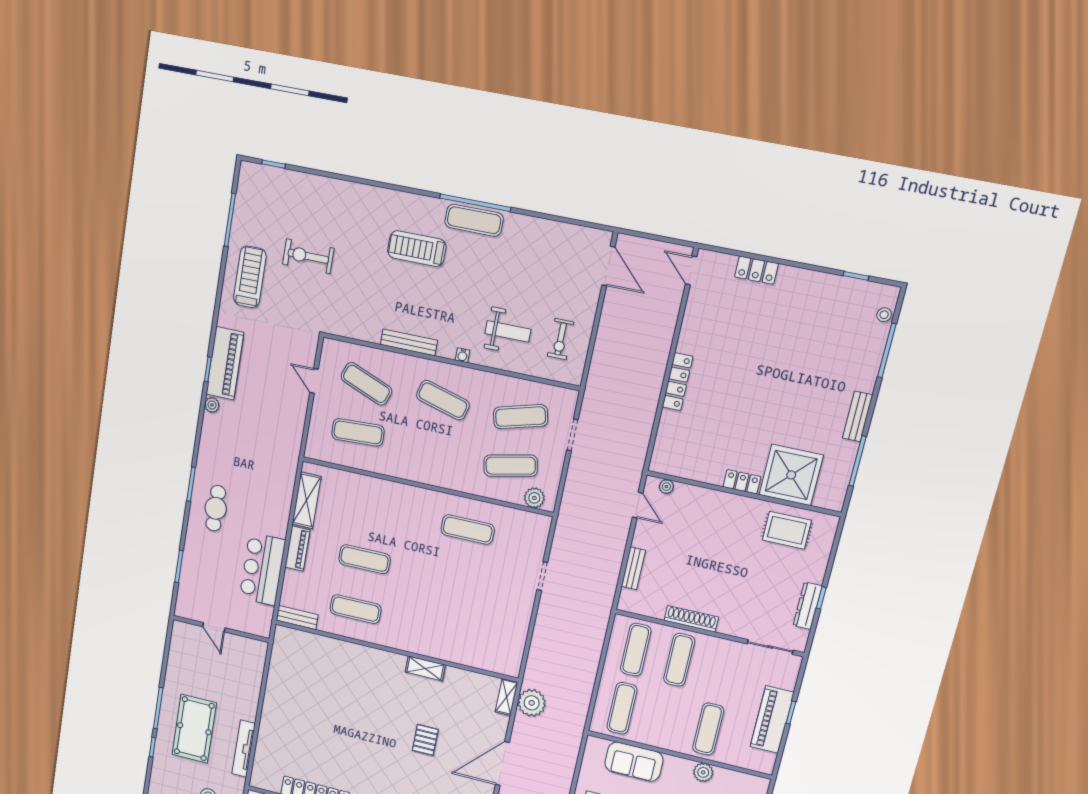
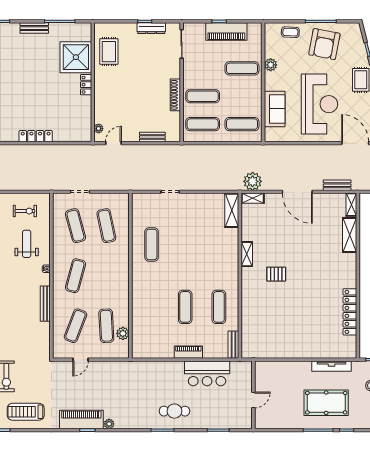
plant: (534, 498) -> (123, 333), moved
shelving: (307, 500) -> (232, 210), moved, turned 90
pallet: (425, 740) -> (276, 274), moved

